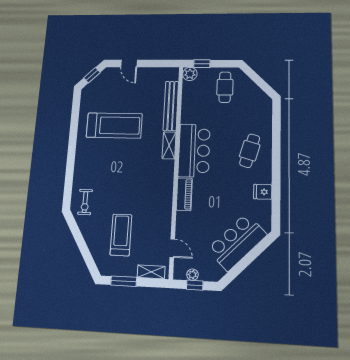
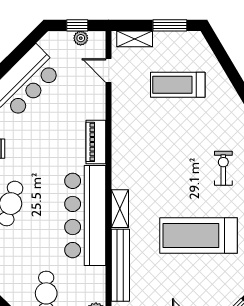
bar counter: (194, 151) -> (85, 215), width x1.36
exercise bike: (85, 202) -> (223, 168), moved
treadmill: (121, 235) -> (178, 85), turned 90

